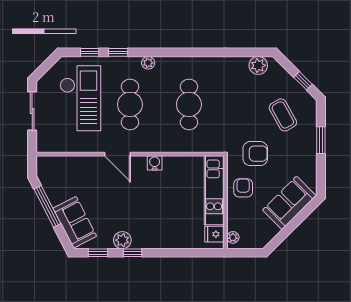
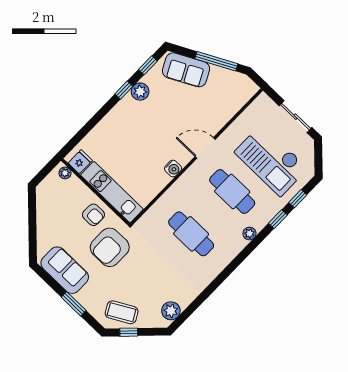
coffee table: (283, 115) -> (122, 312), moved
armchair: (255, 154) -> (110, 247), width x1.36, depth x1.36
sofa: (289, 203) -> (65, 270), moved, turned -45

